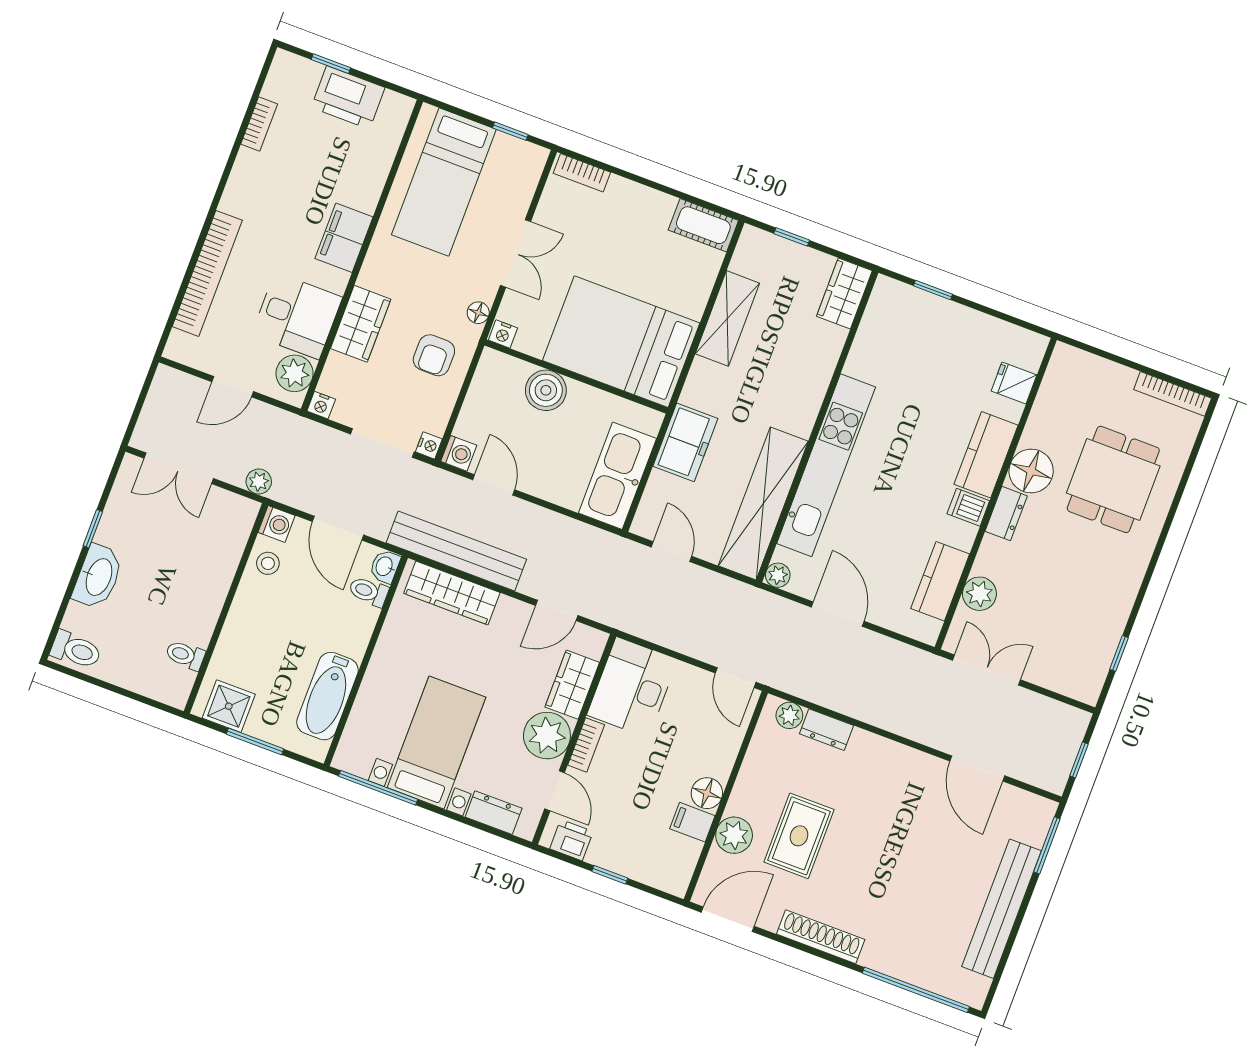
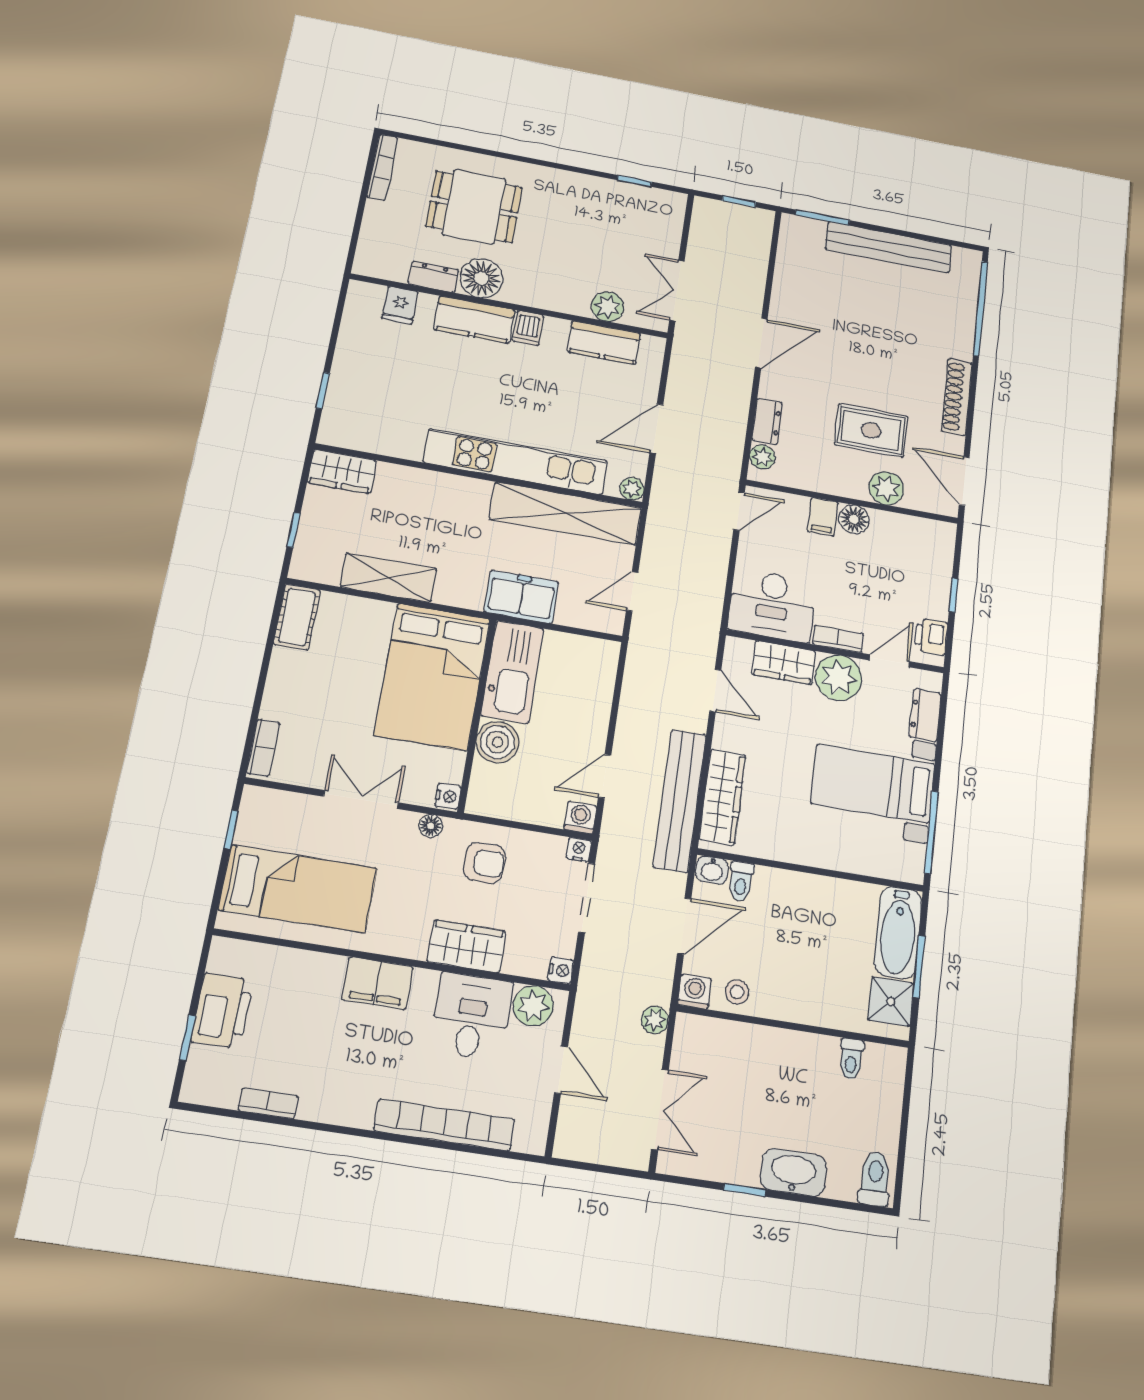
kitchen sink: (617, 476) -> (512, 672), moved, turned -90
dresser: (1006, 514) -> (433, 277), moved
bathtub: (327, 696) -> (898, 933), moved, turned 90
door: (977, 768) -> (761, 343), moved
filing cabinet: (692, 822) -> (823, 517), moved

